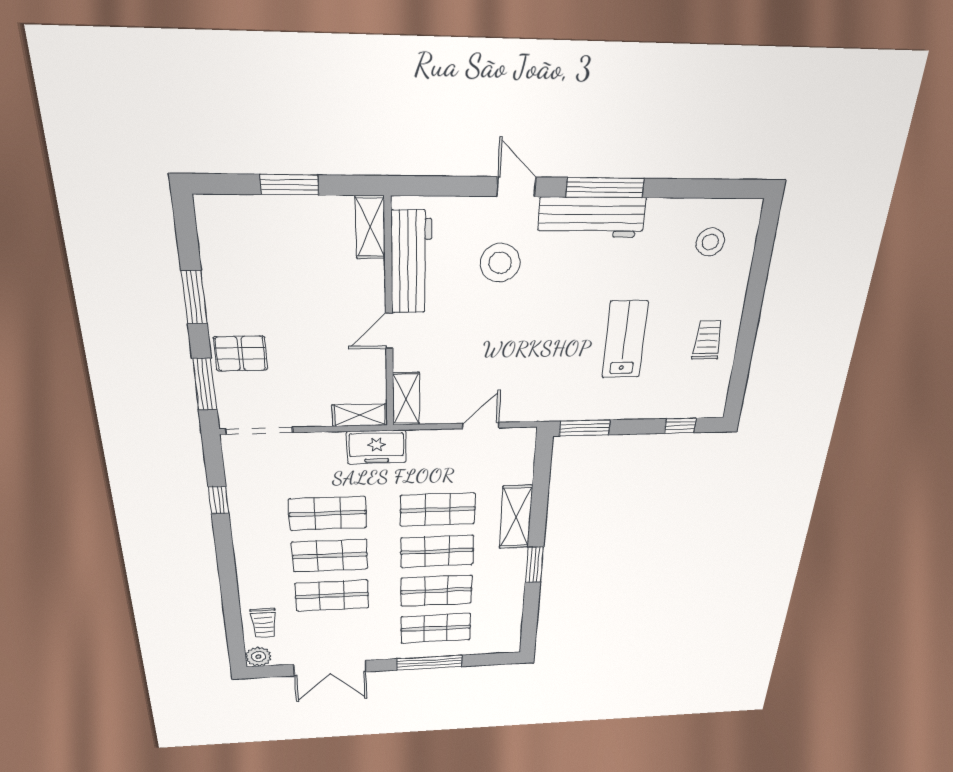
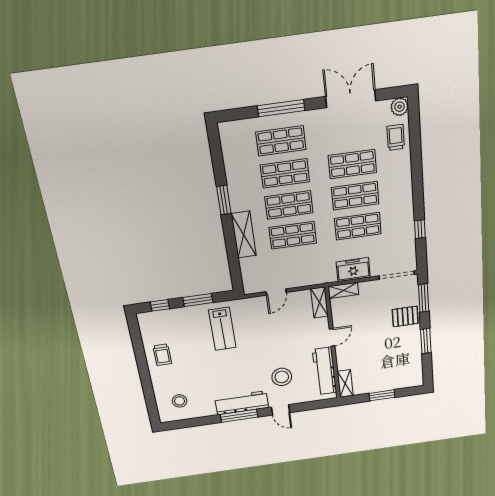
lab bench: (625, 340) -> (222, 329), moved
window: (585, 428) -> (198, 300), moved
freezer: (377, 447) -> (353, 270), moved

